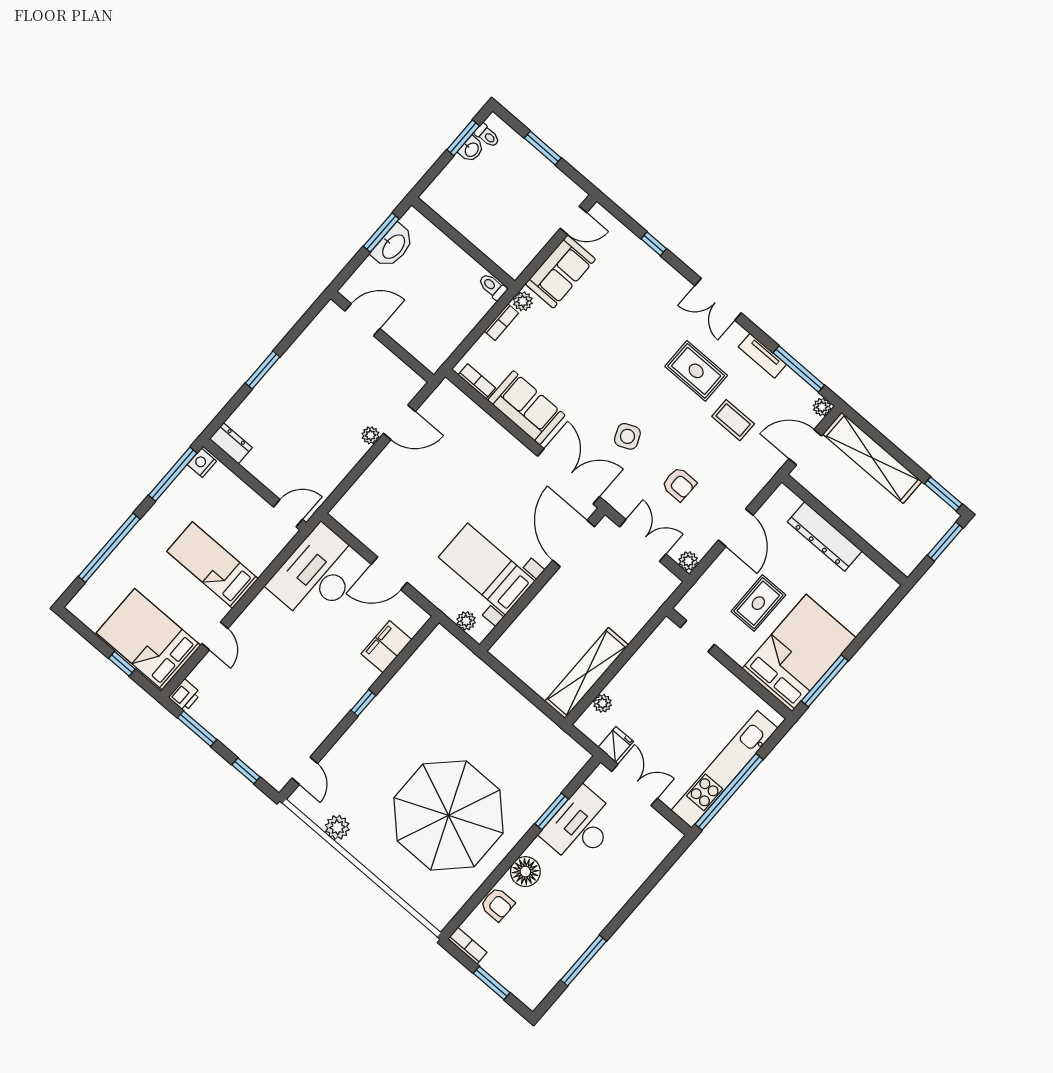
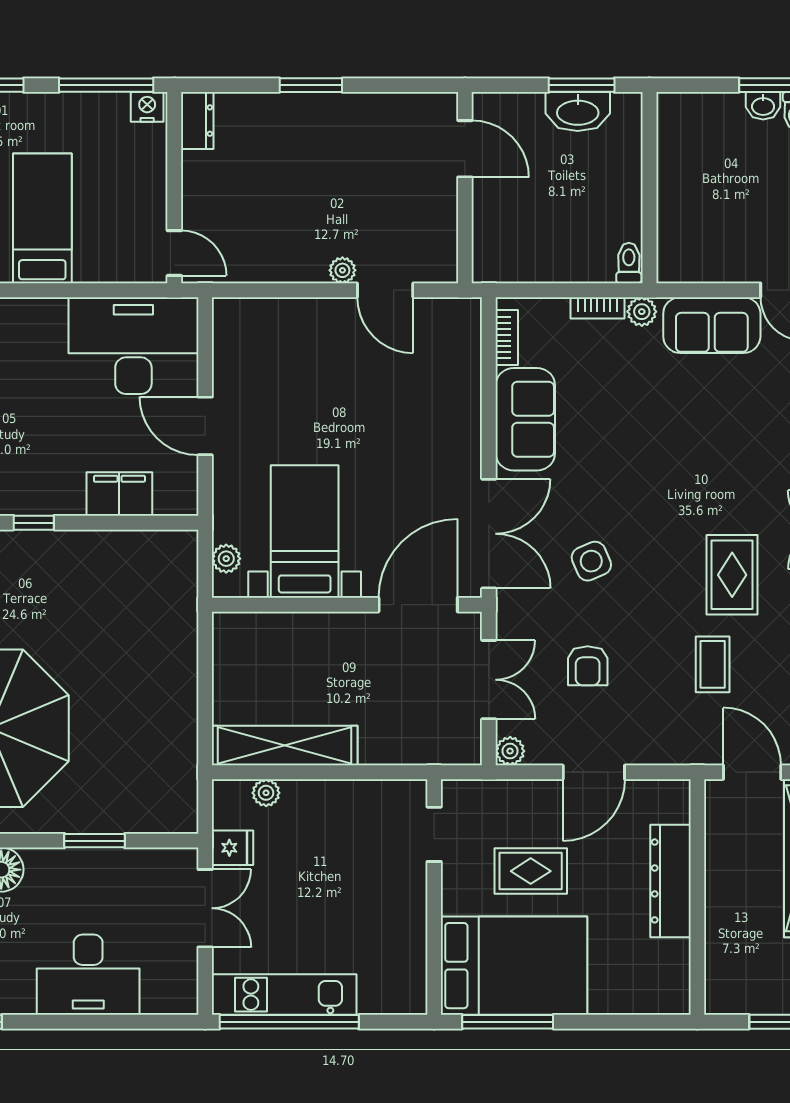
kitchen unit: (724, 769) -> (284, 995), width x0.73
desk: (580, 826) -> (88, 975), moved, turned 180

